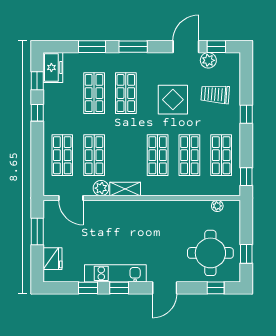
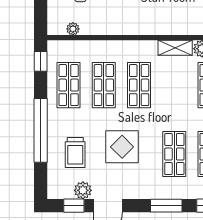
trolley: (215, 94) -> (75, 153), turned 86
window: (246, 114) -> (41, 130), width x3.17

